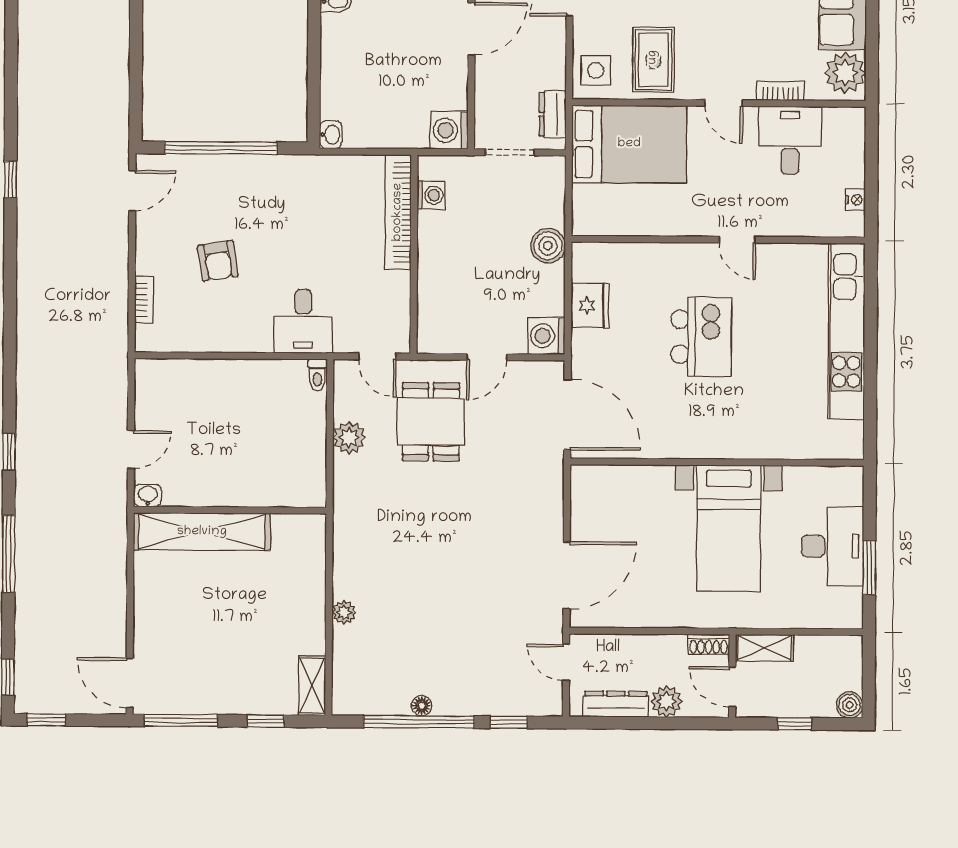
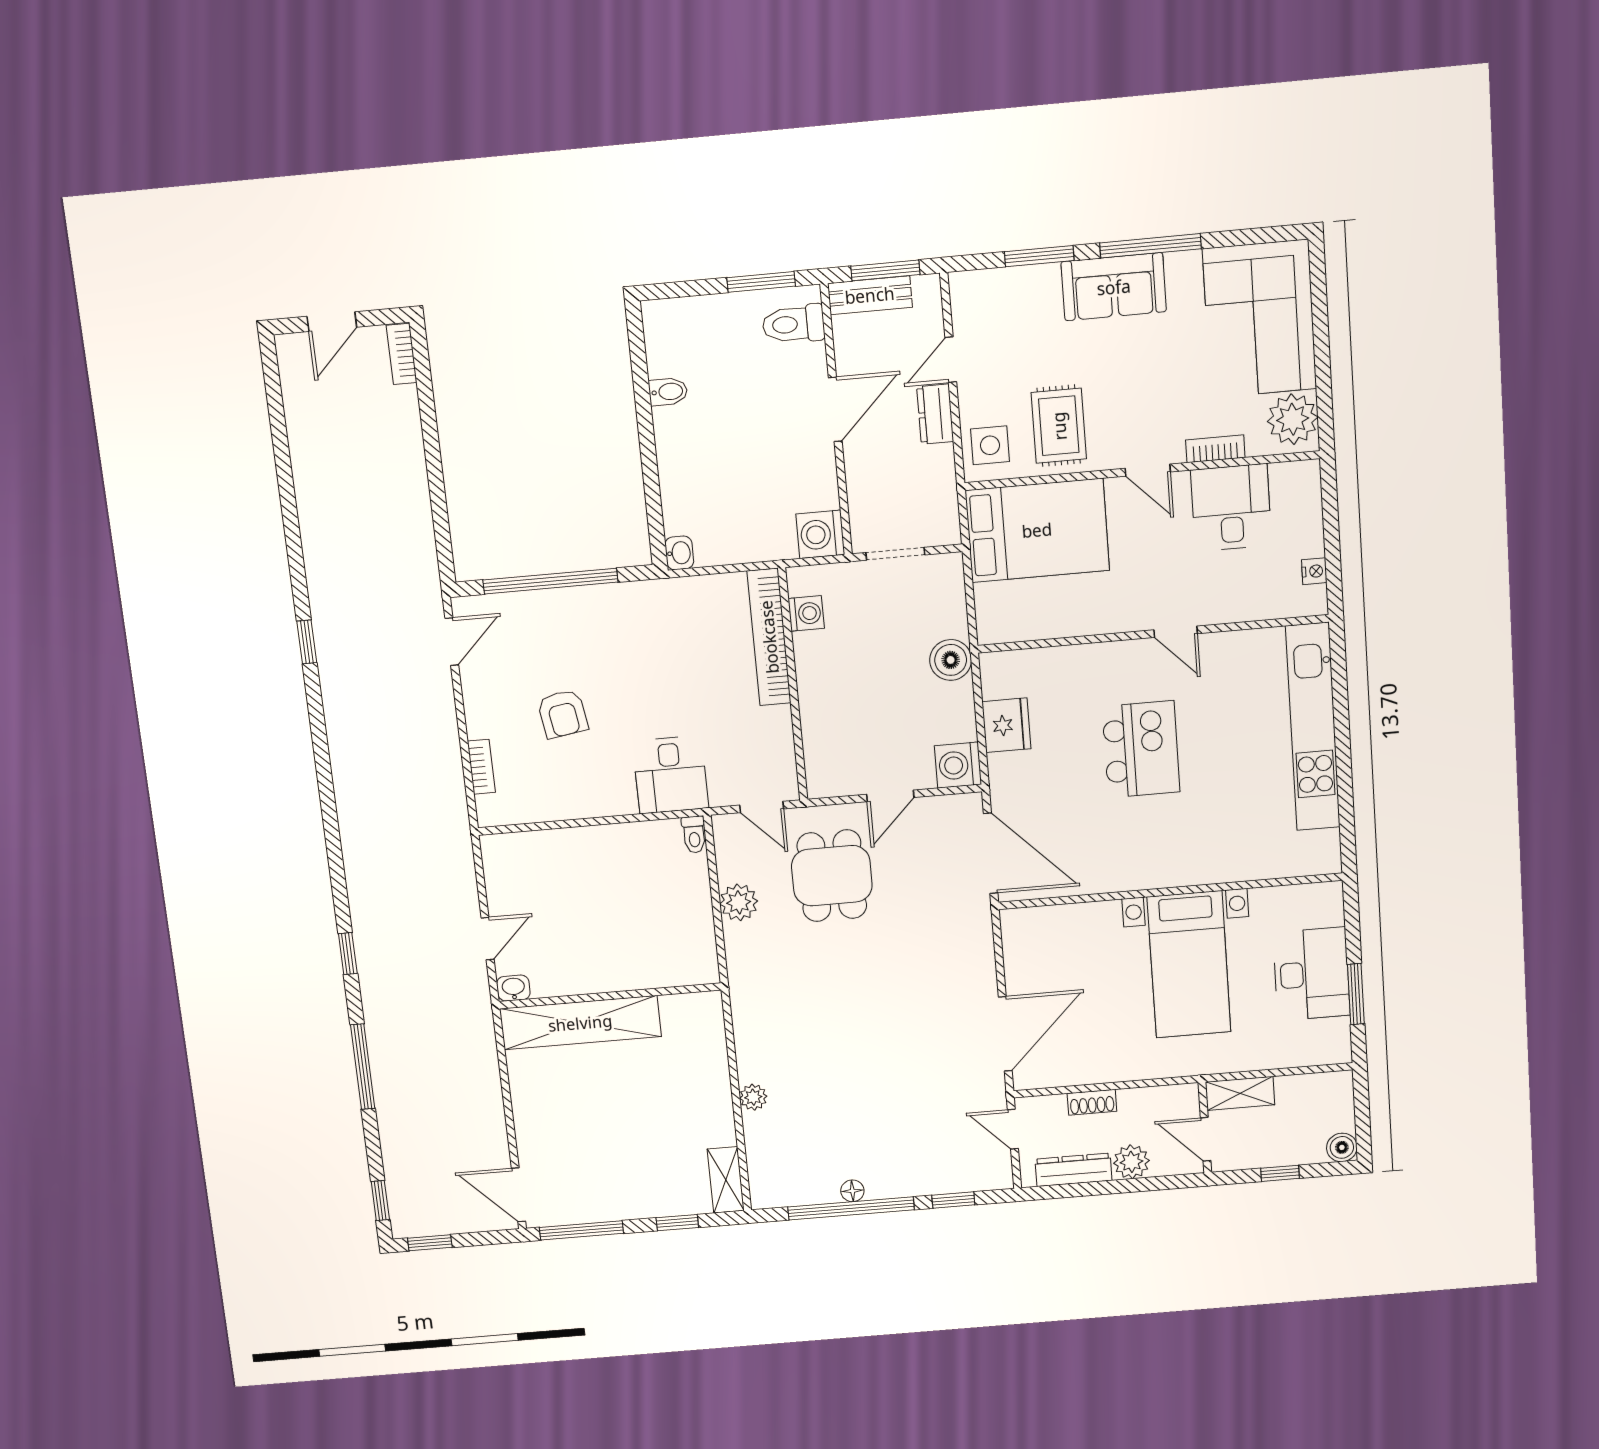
dresser: (553, 114) -> (935, 414), moved
shoe rack: (709, 644) -> (1092, 1102), moved

